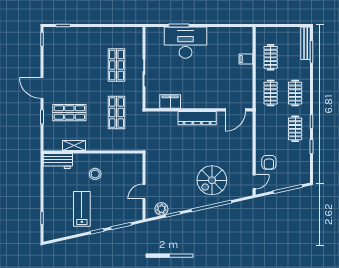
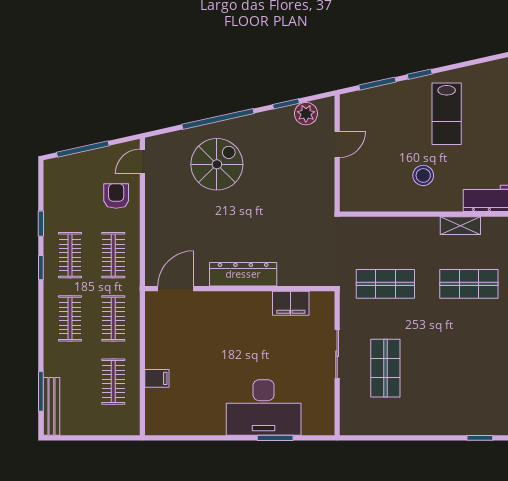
shop shelf: (116, 113) -> (385, 284), turned 90
clothes rail: (271, 129) -> (113, 255), added

